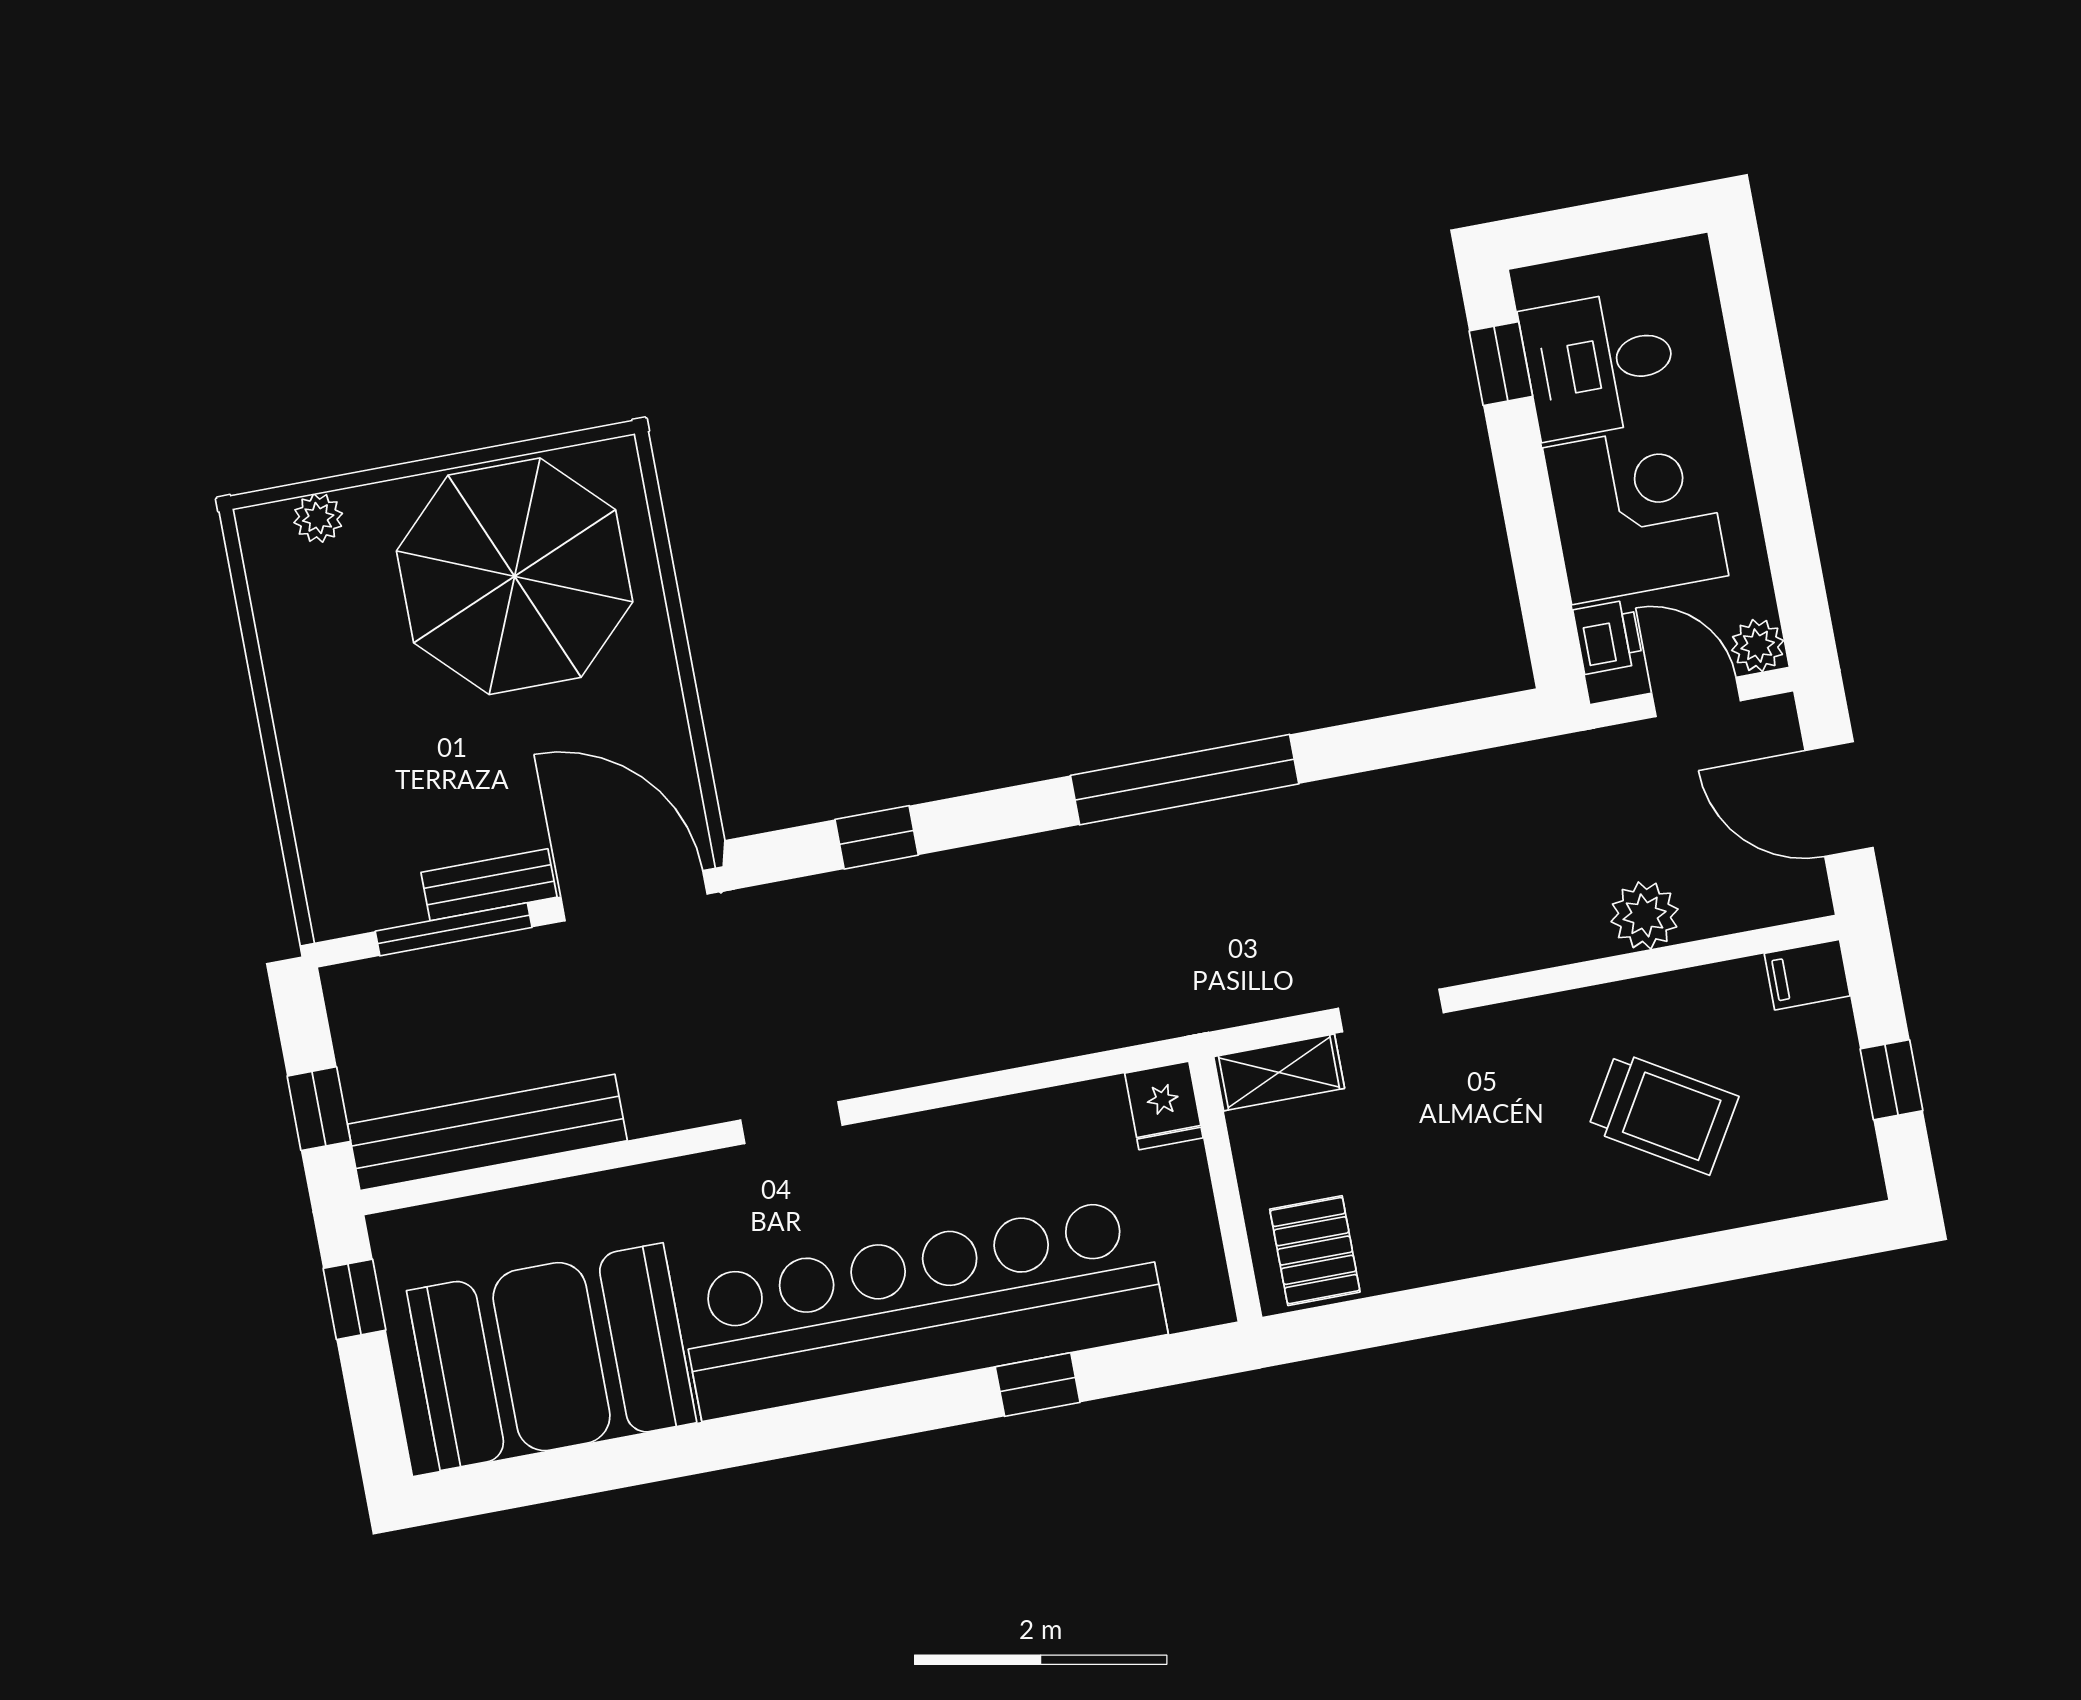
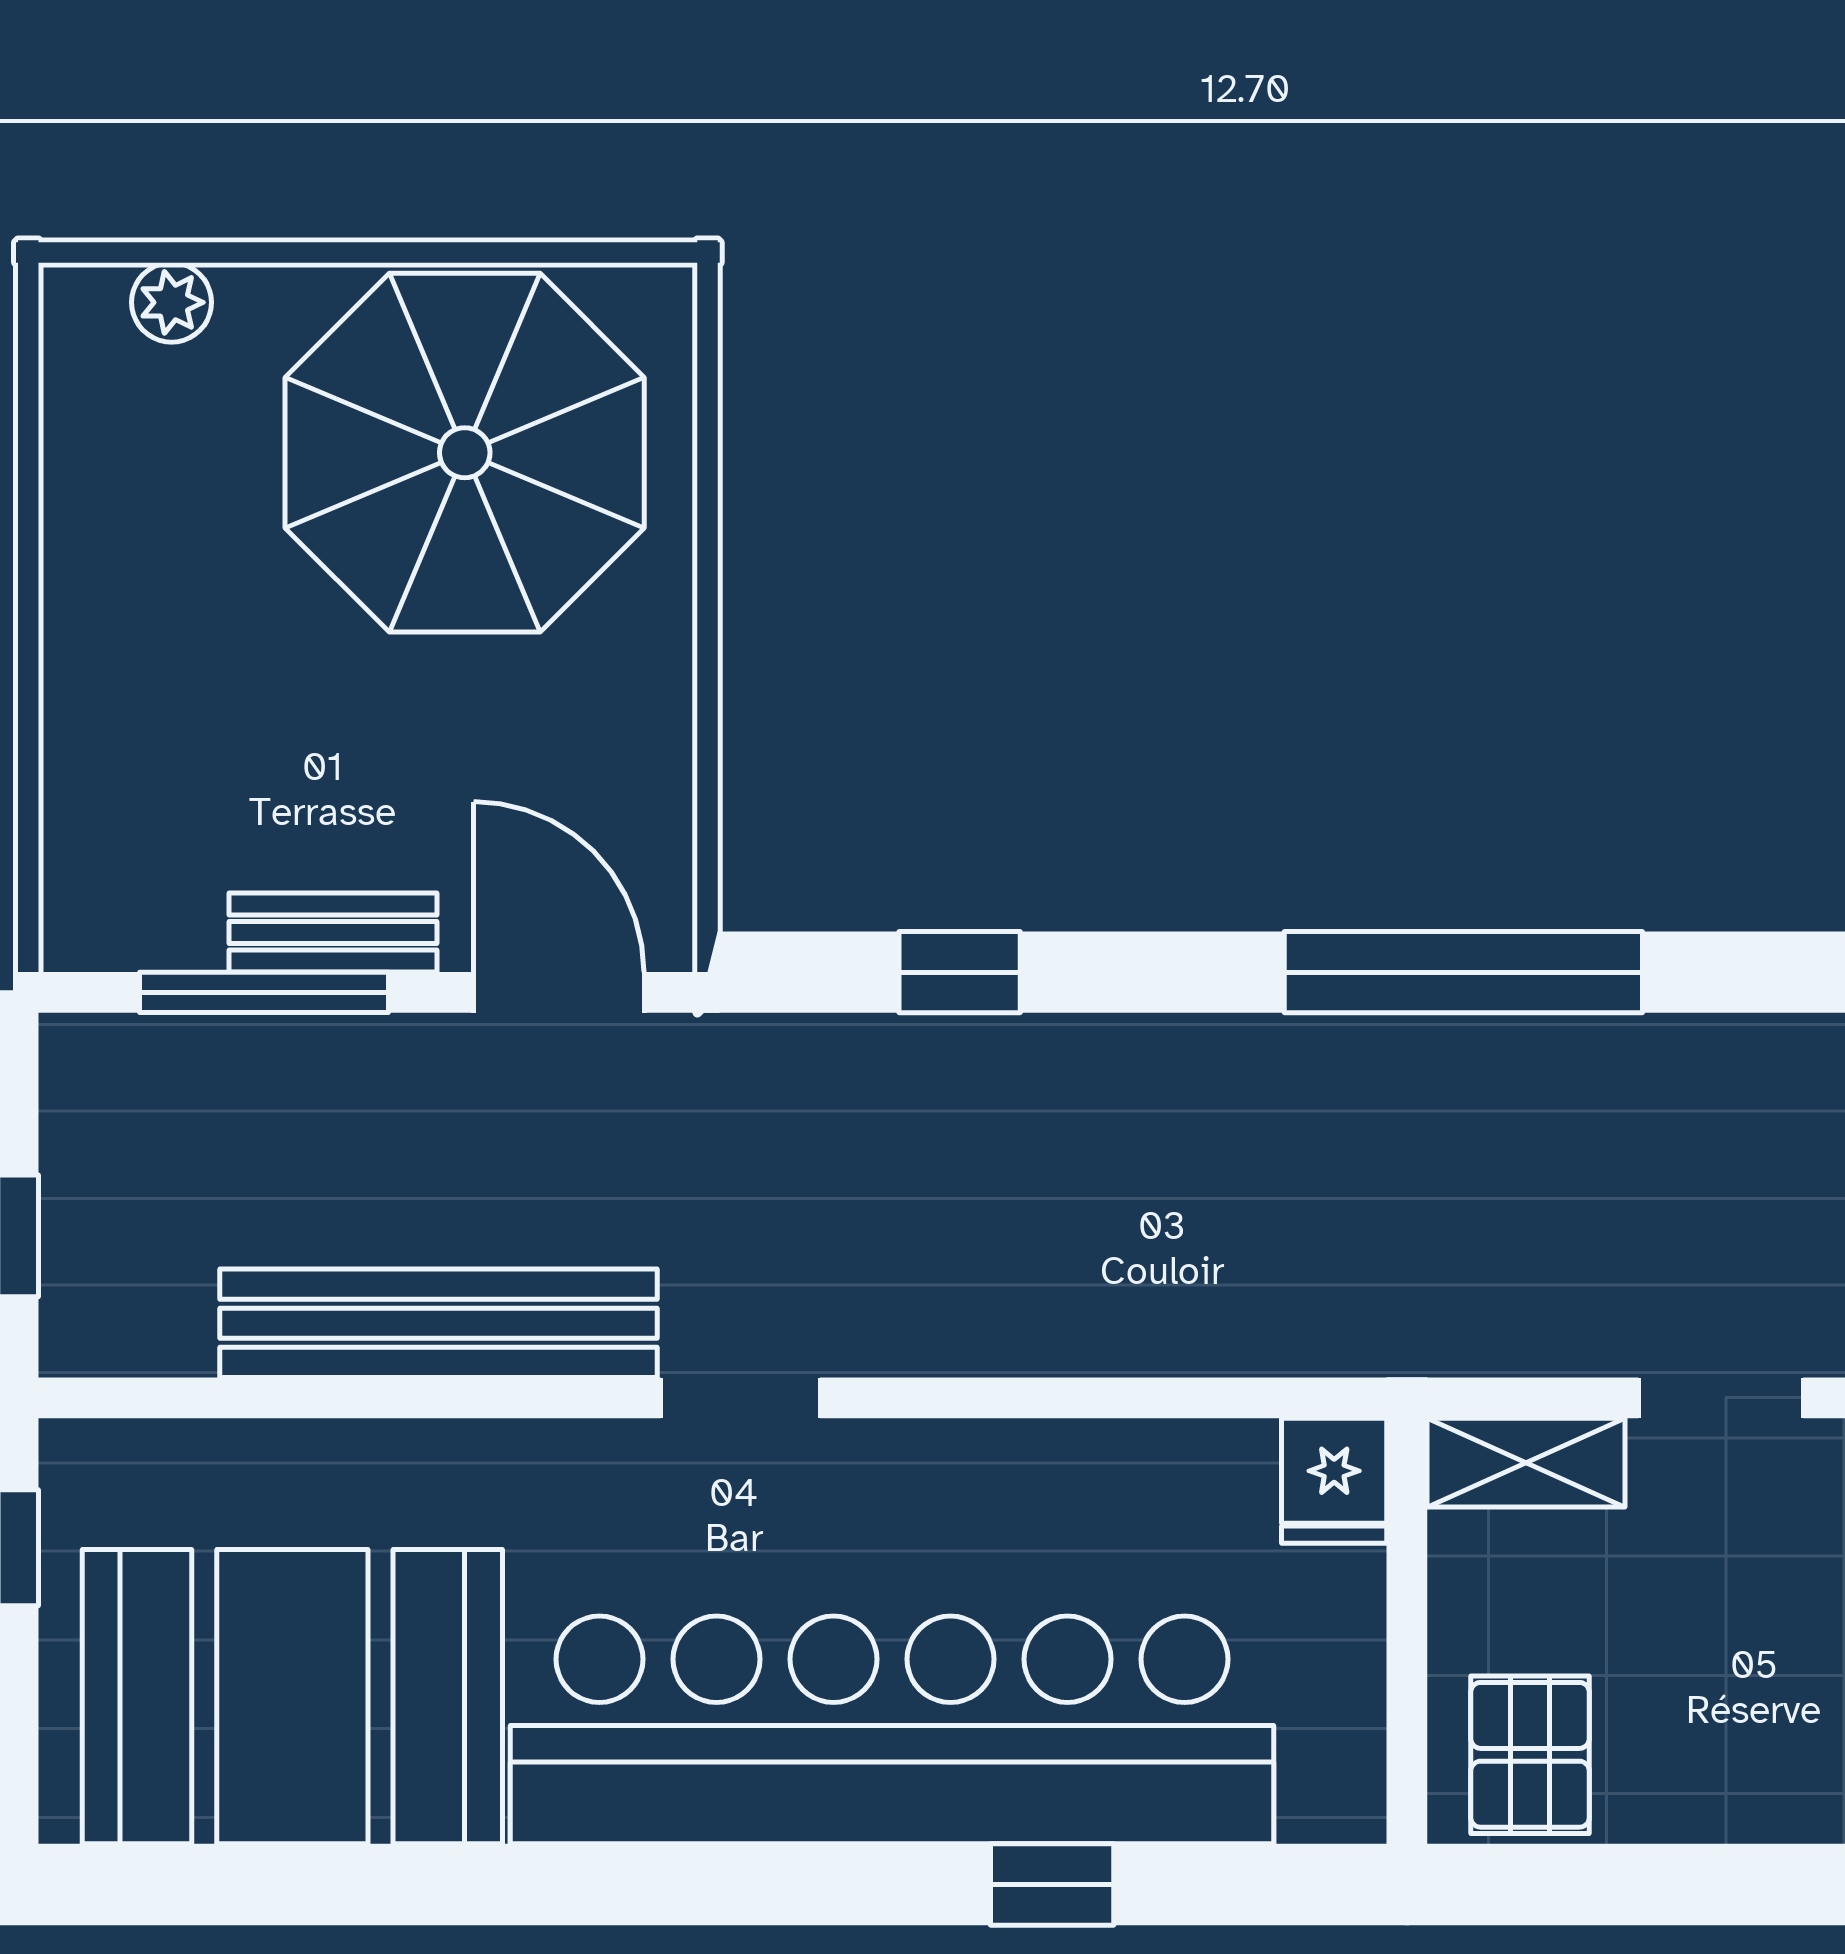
door: (634, 896) -> (559, 992), width x0.73
bench: (487, 1132) -> (438, 1323), moved

